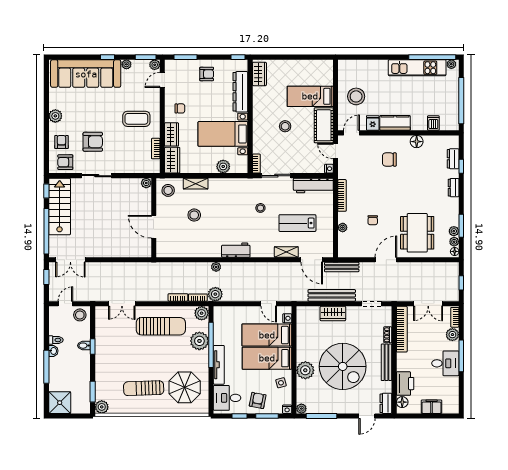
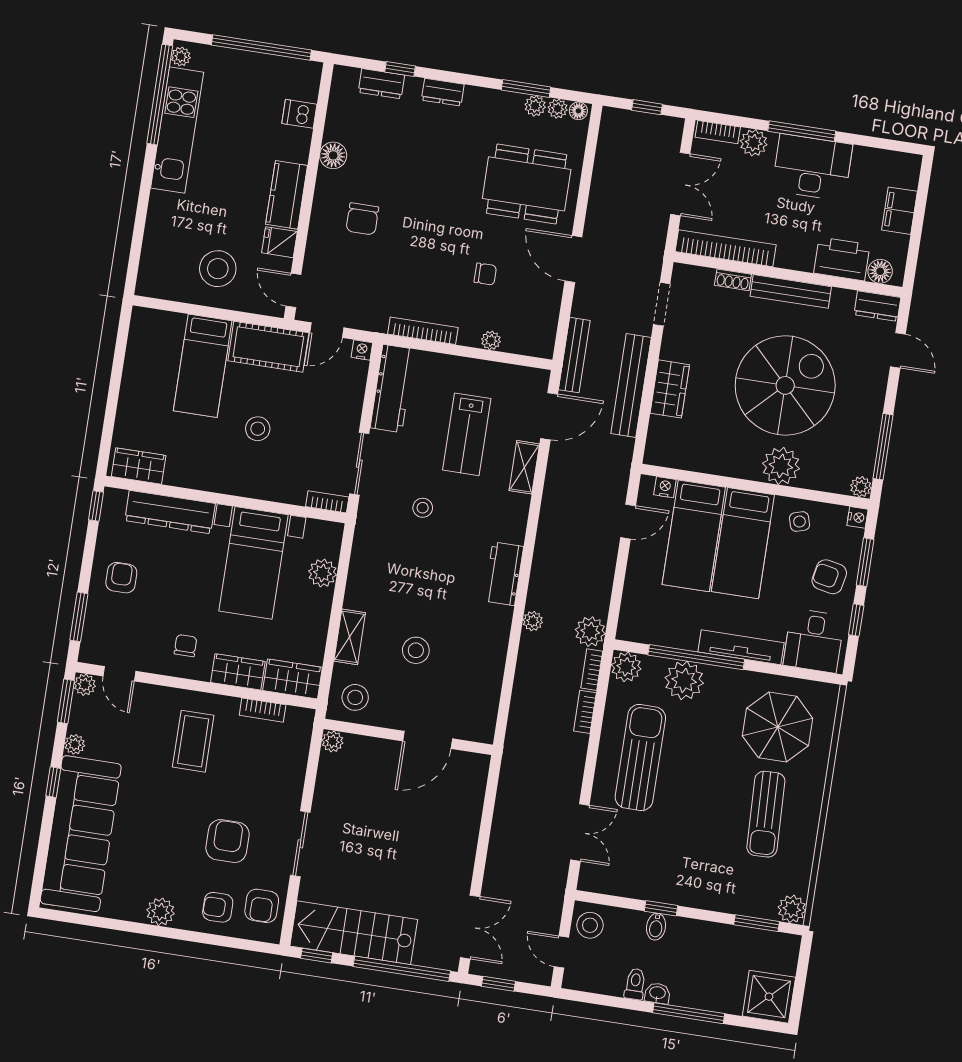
desk: (445, 363) -> (812, 167), width x1.37

